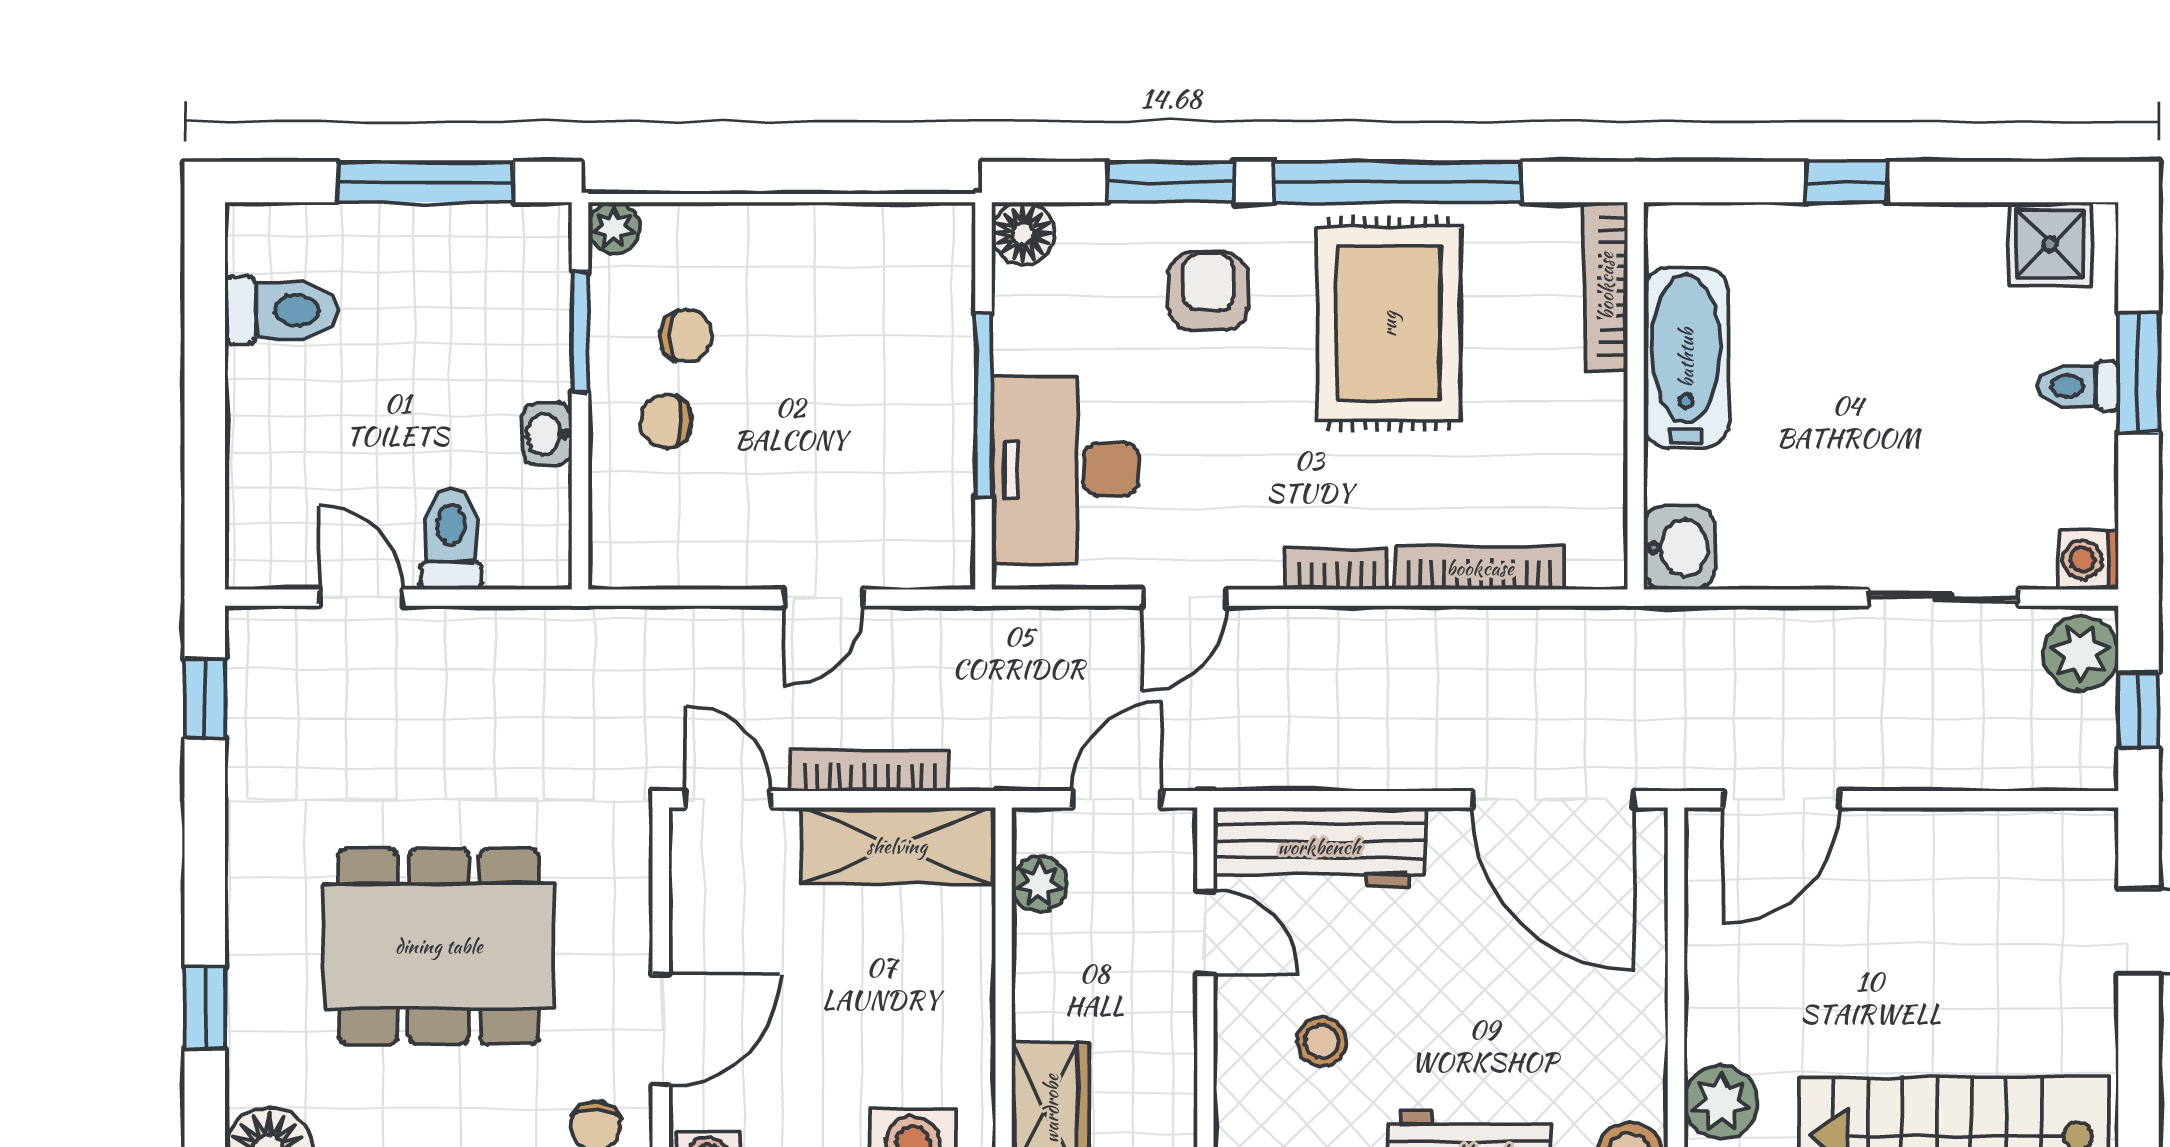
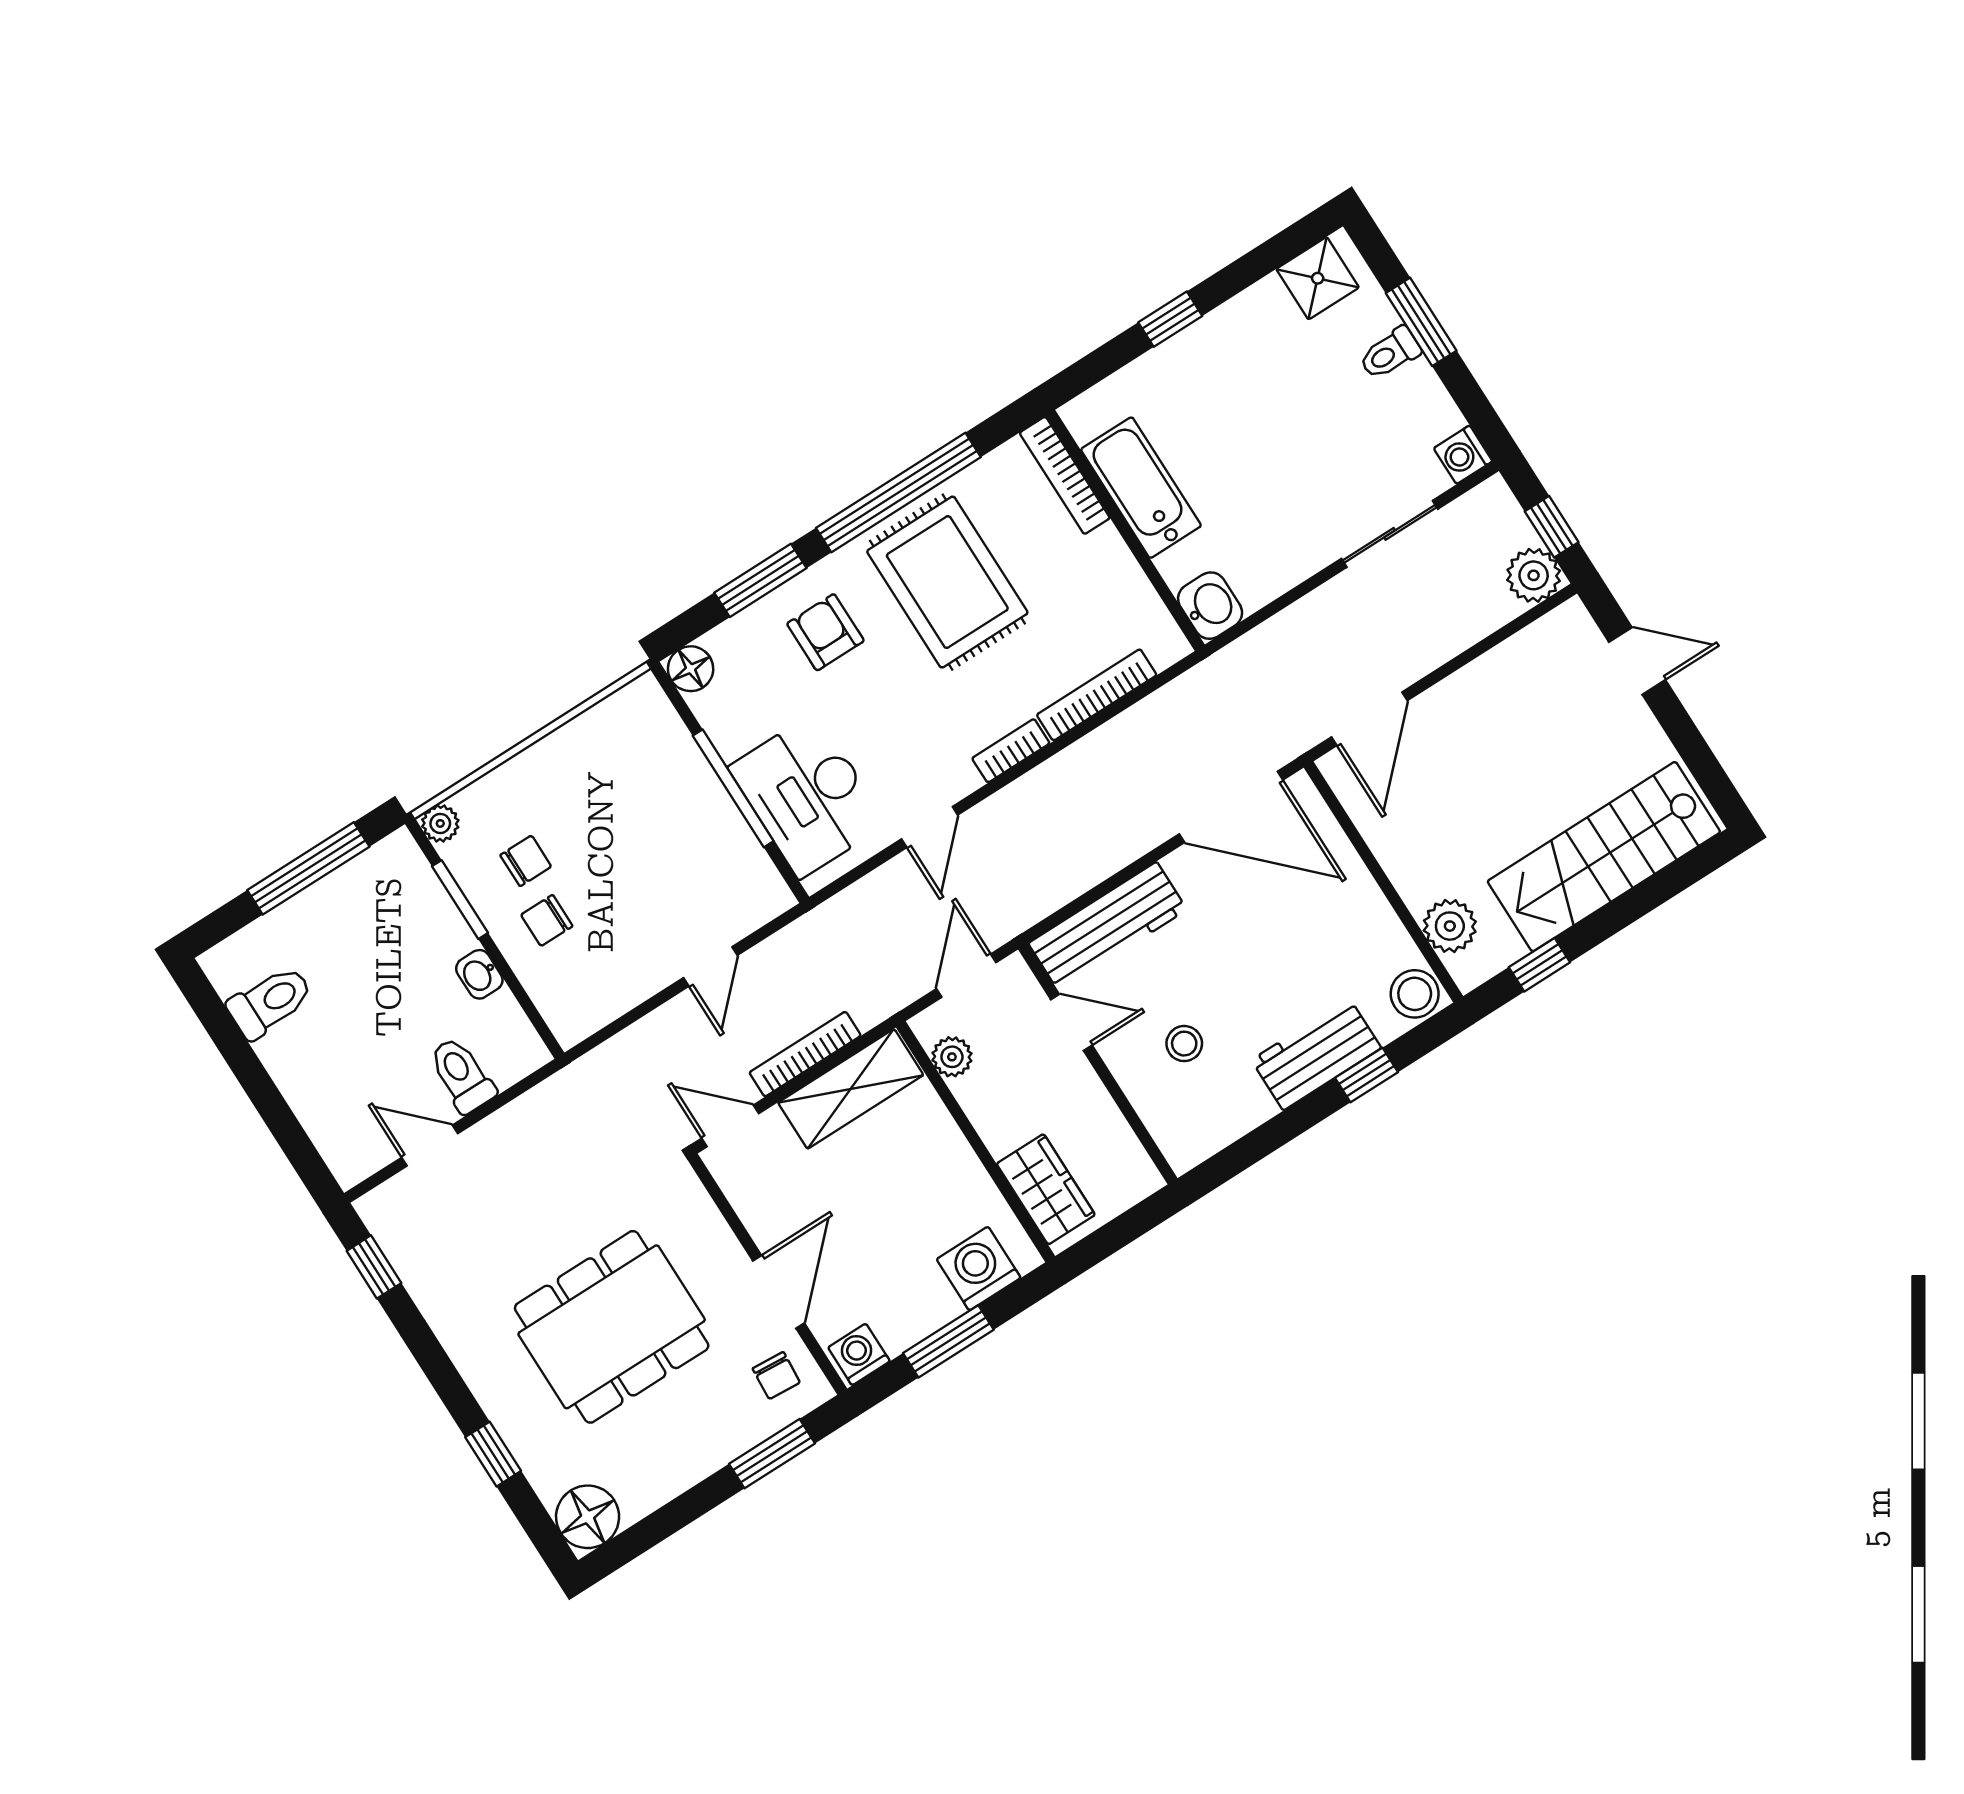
plant: (2081, 654) -> (1534, 575), moved

